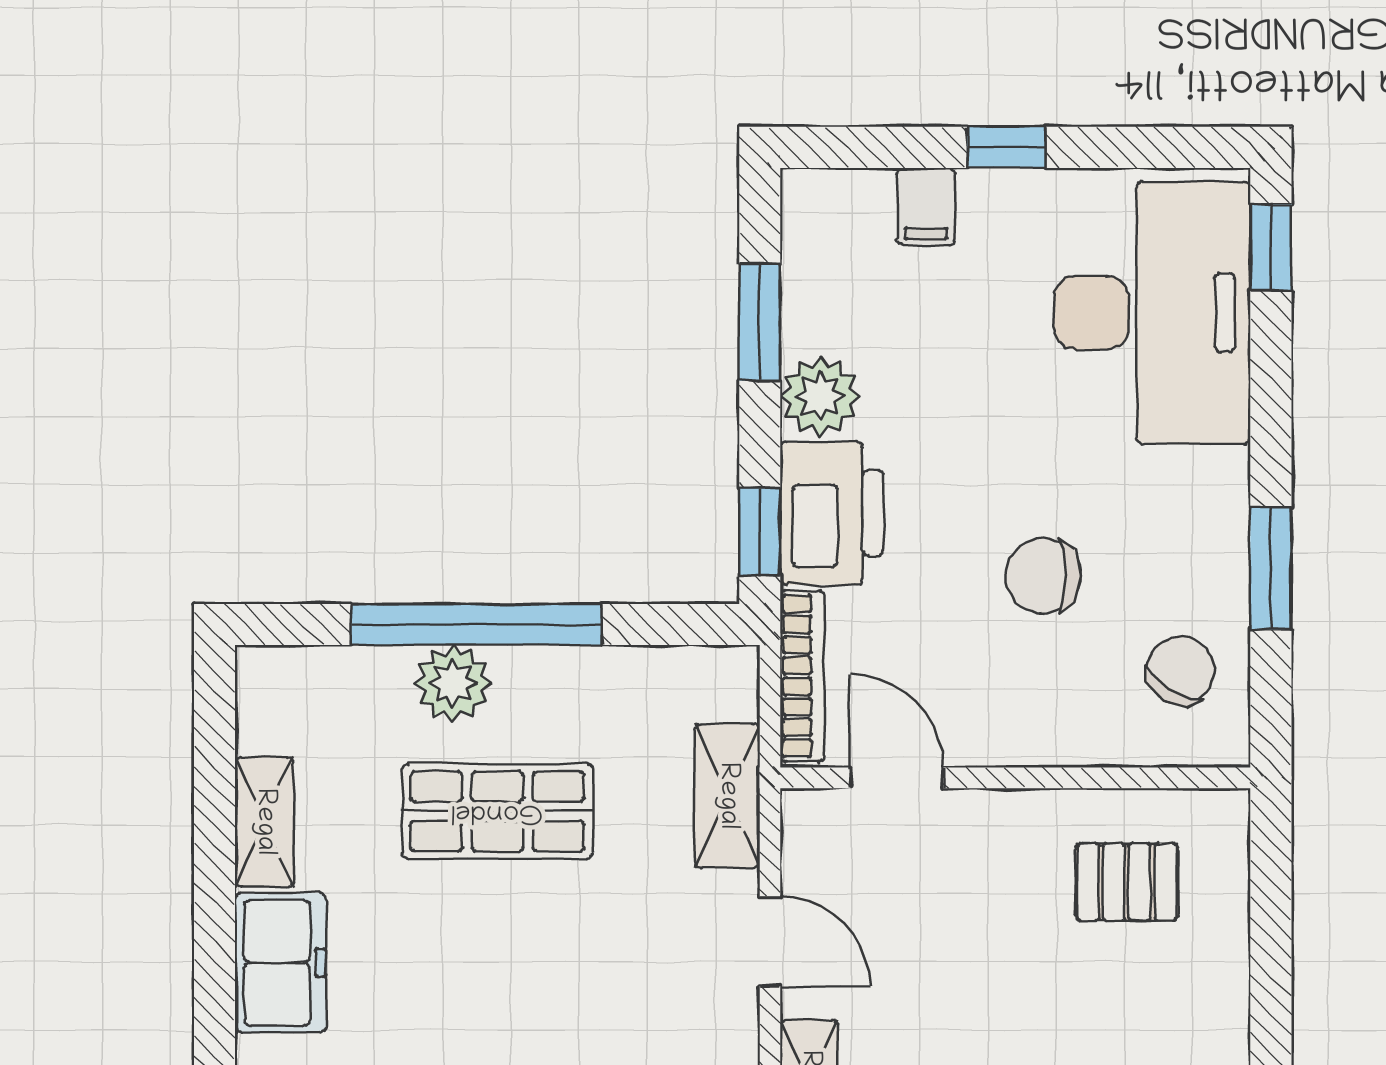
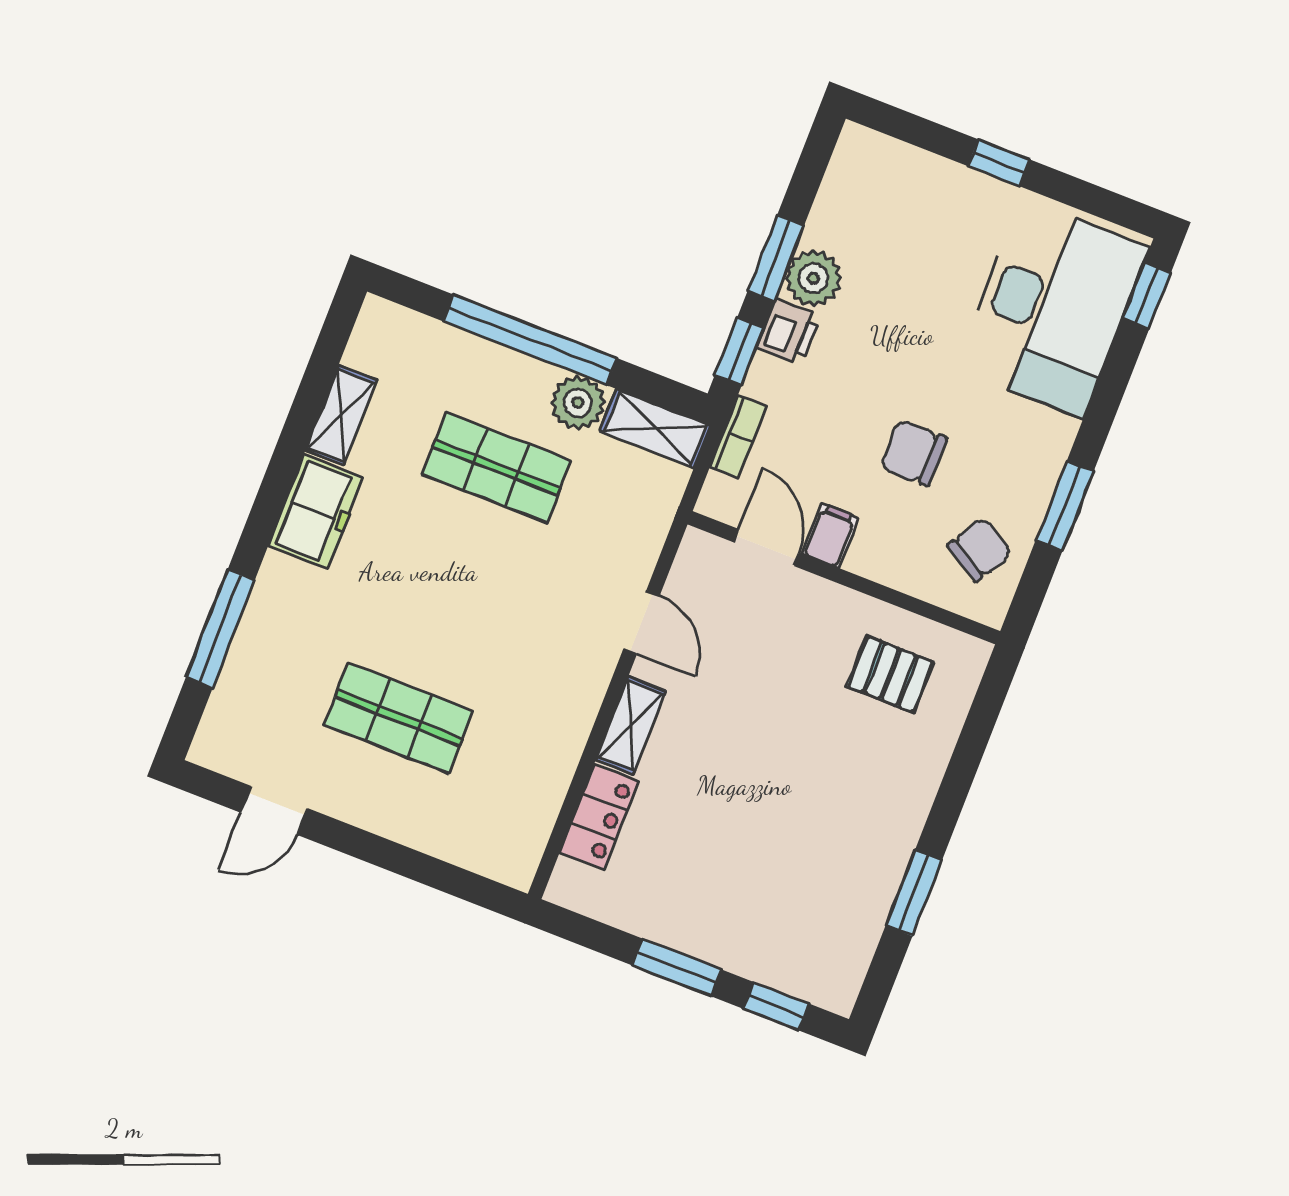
filing cabinet: (926, 206) -> (830, 536), moved, turned 180
window: (760, 322) -> (776, 258), moved
printer: (832, 513) -> (789, 331), width x0.53, depth x0.68
bookcase: (802, 676) -> (738, 436), width x0.64
plant: (453, 683) -> (578, 403), moved
shelving: (727, 796) -> (655, 428), moved, turned 90

